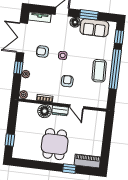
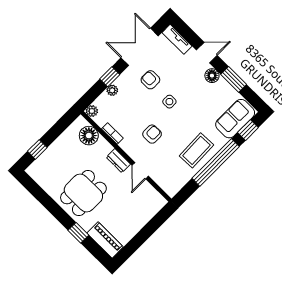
sofa: (94, 28) -> (235, 119), moved, turned 90
floor lamp: (45, 111) -> (89, 136), moved

